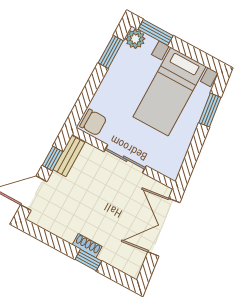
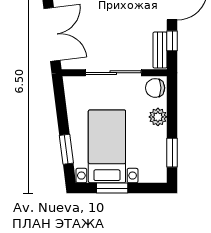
window: (156, 32) -> (112, 188), moved
plant: (135, 39) -> (158, 117), moved
sliding door: (125, 159) -> (113, 73), width x1.37

